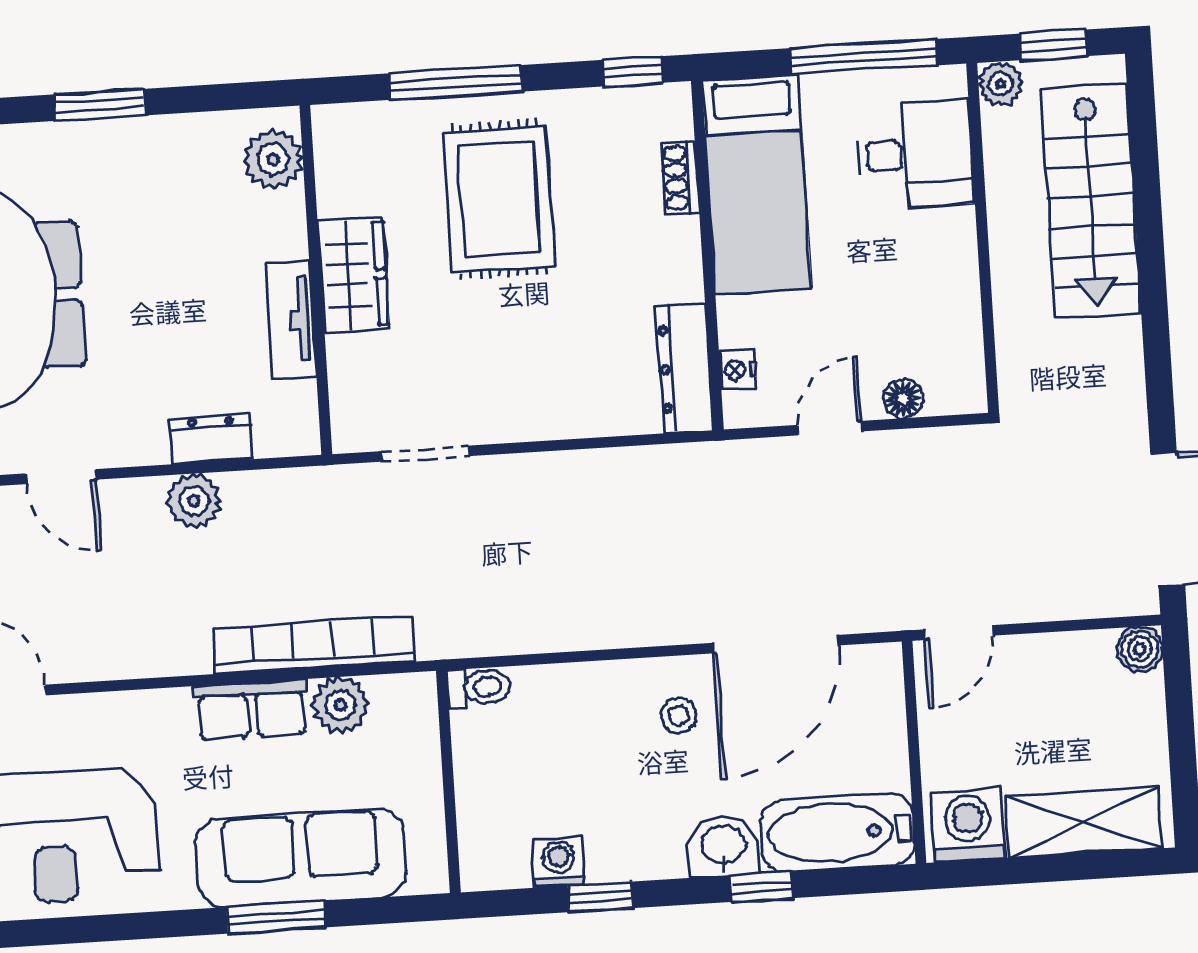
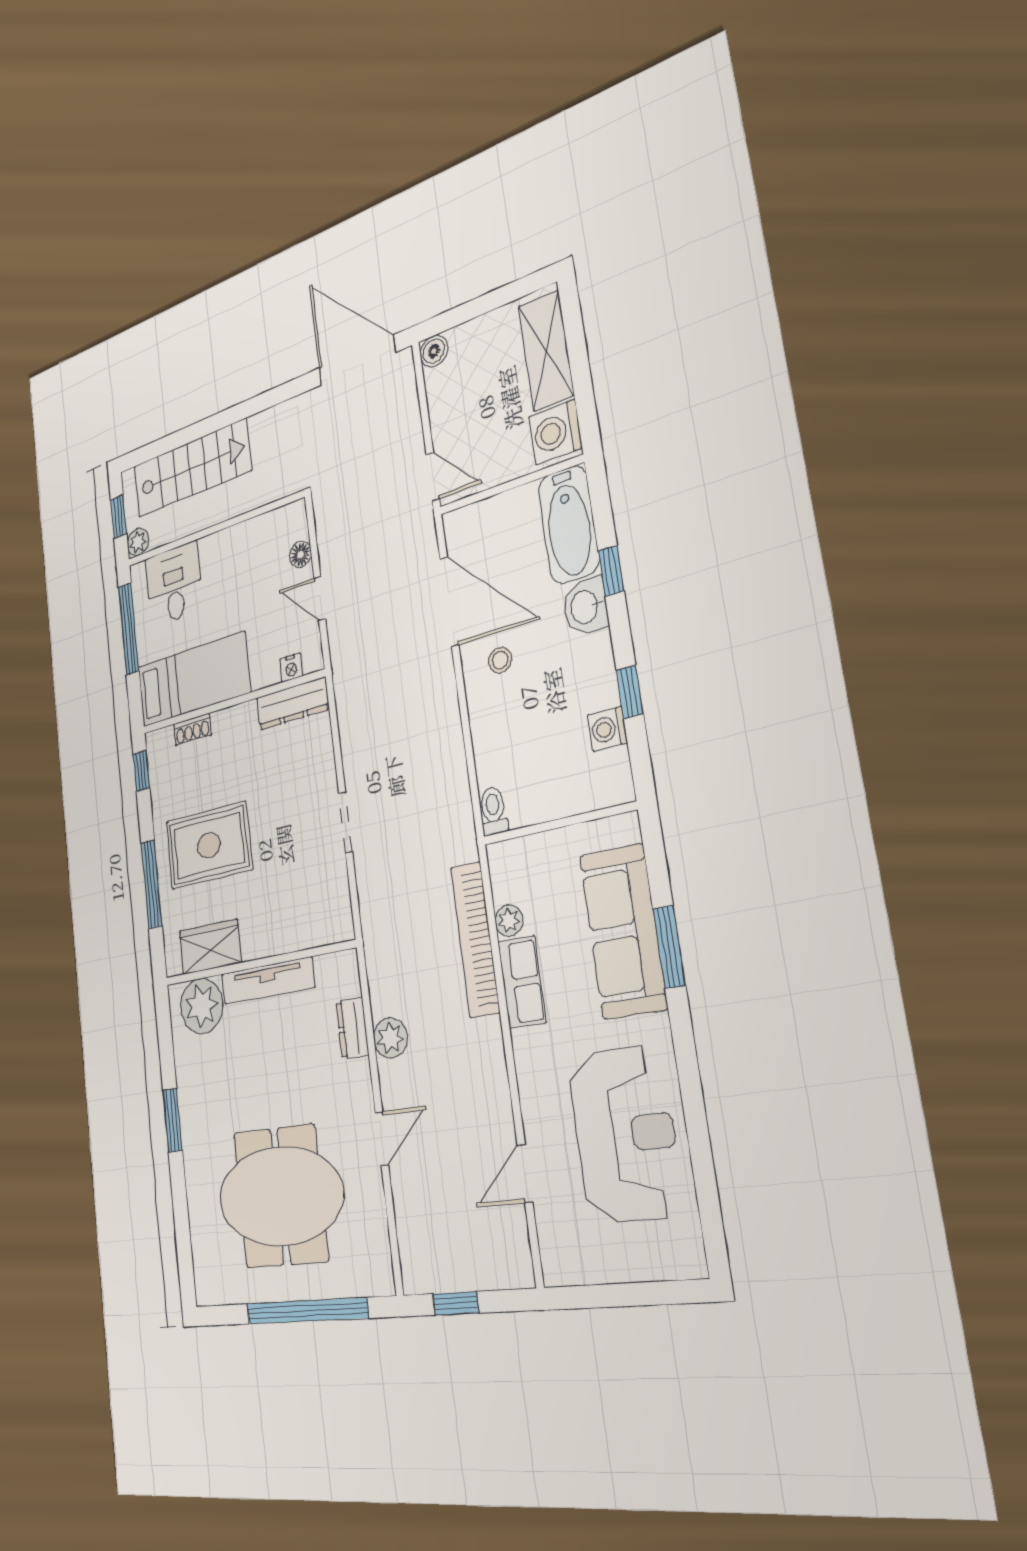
plant: (273, 159) -> (202, 1006), width x1.36, depth x1.36
wardrobe: (353, 275) -> (210, 947), moved
tv unit: (291, 320) -> (268, 981), width x1.41
doorway: (425, 454) -> (345, 822), moved
plant: (340, 705) -> (509, 921), width x0.73, depth x0.73

